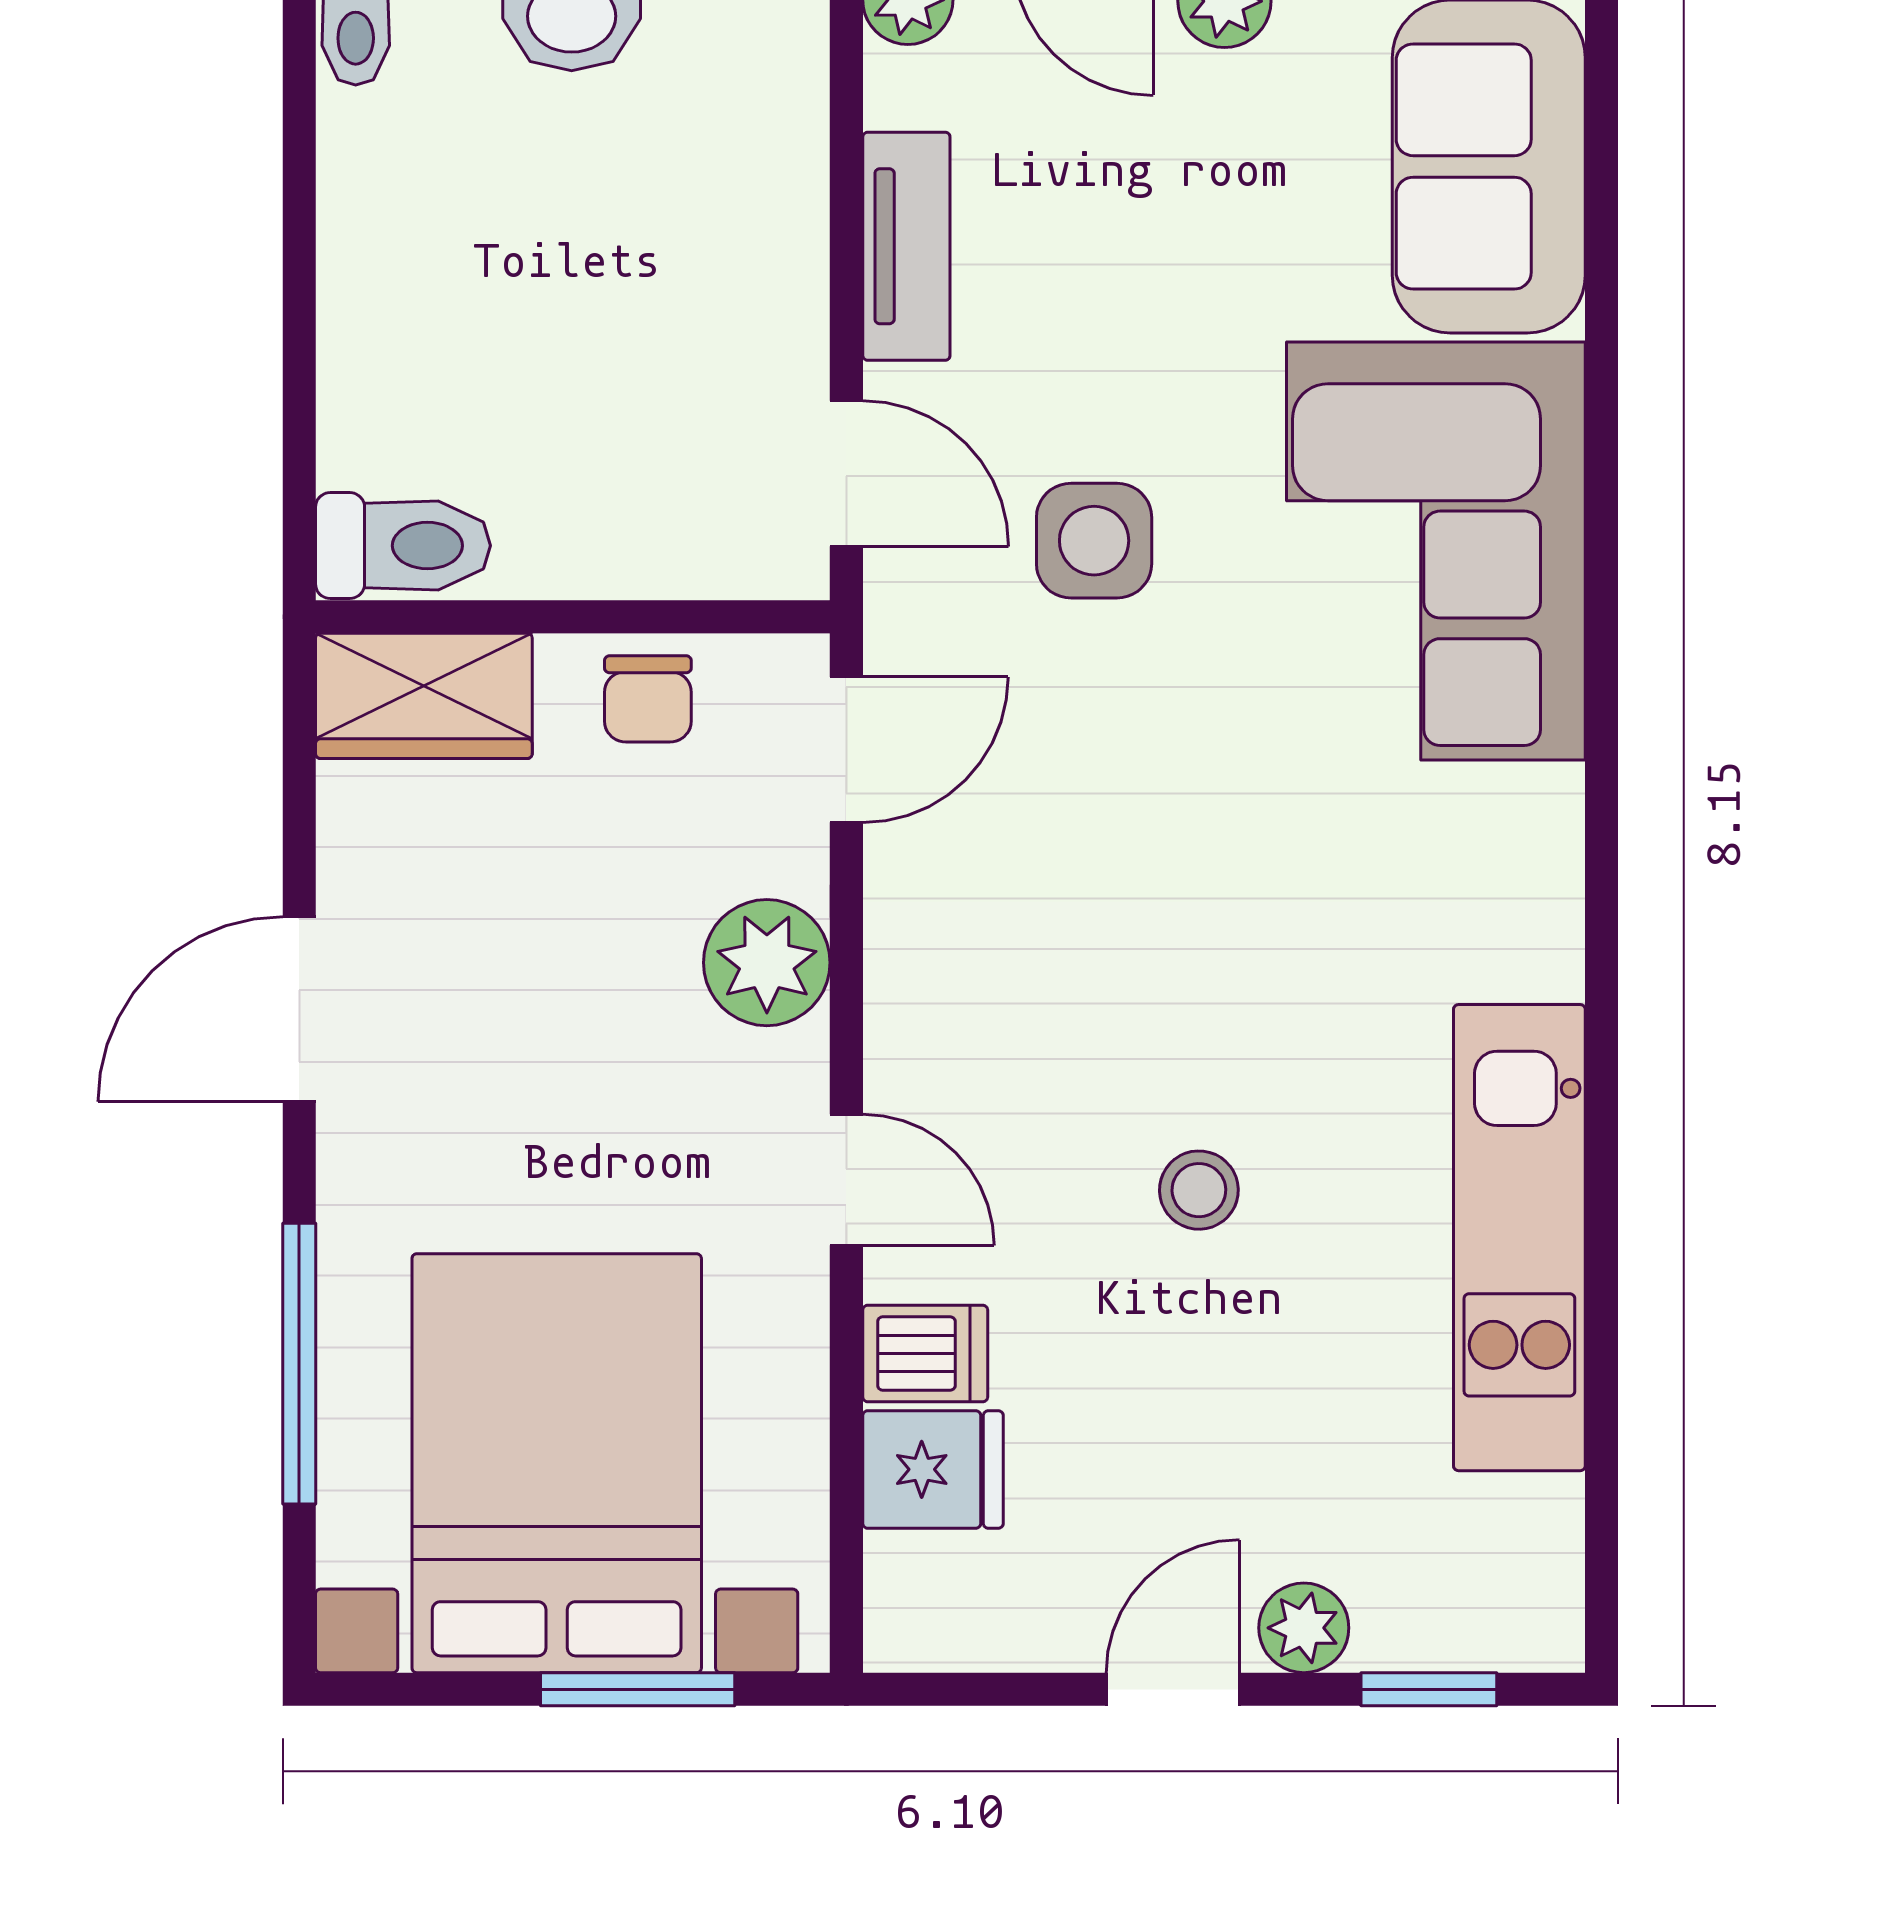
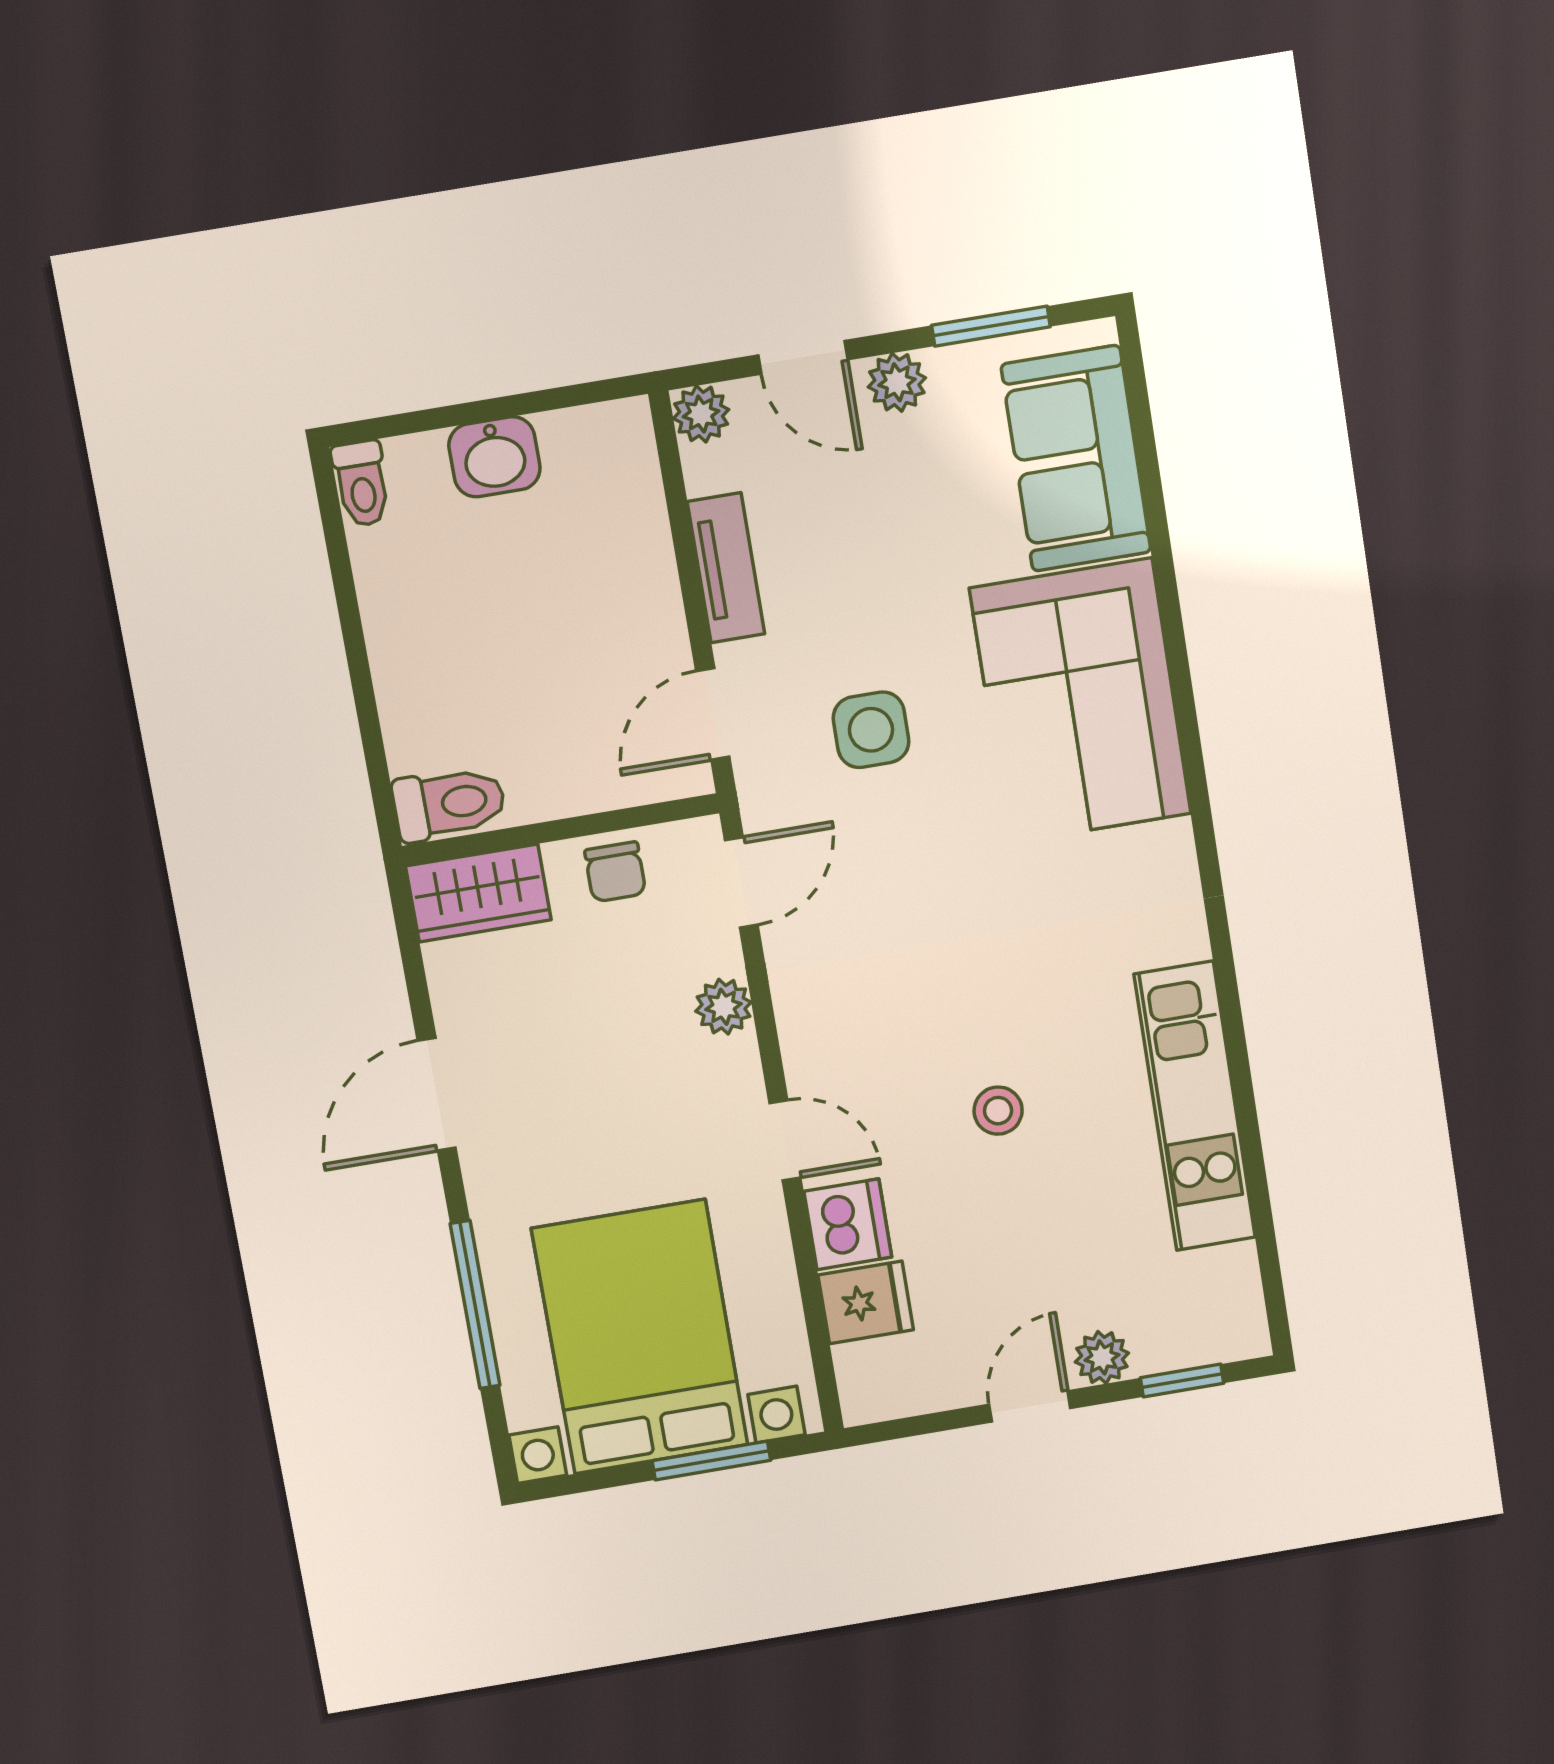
door: (846, 473) -> (713, 714), swing flipped
plant: (767, 963) -> (724, 1007), width x0.73, depth x0.73
dishwasher: (925, 1353) -> (848, 1224), width x1.38

